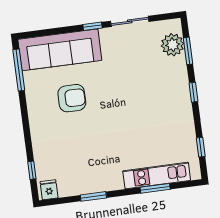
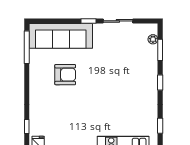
plant: (173, 45) -> (153, 39), width x0.53, depth x0.53

